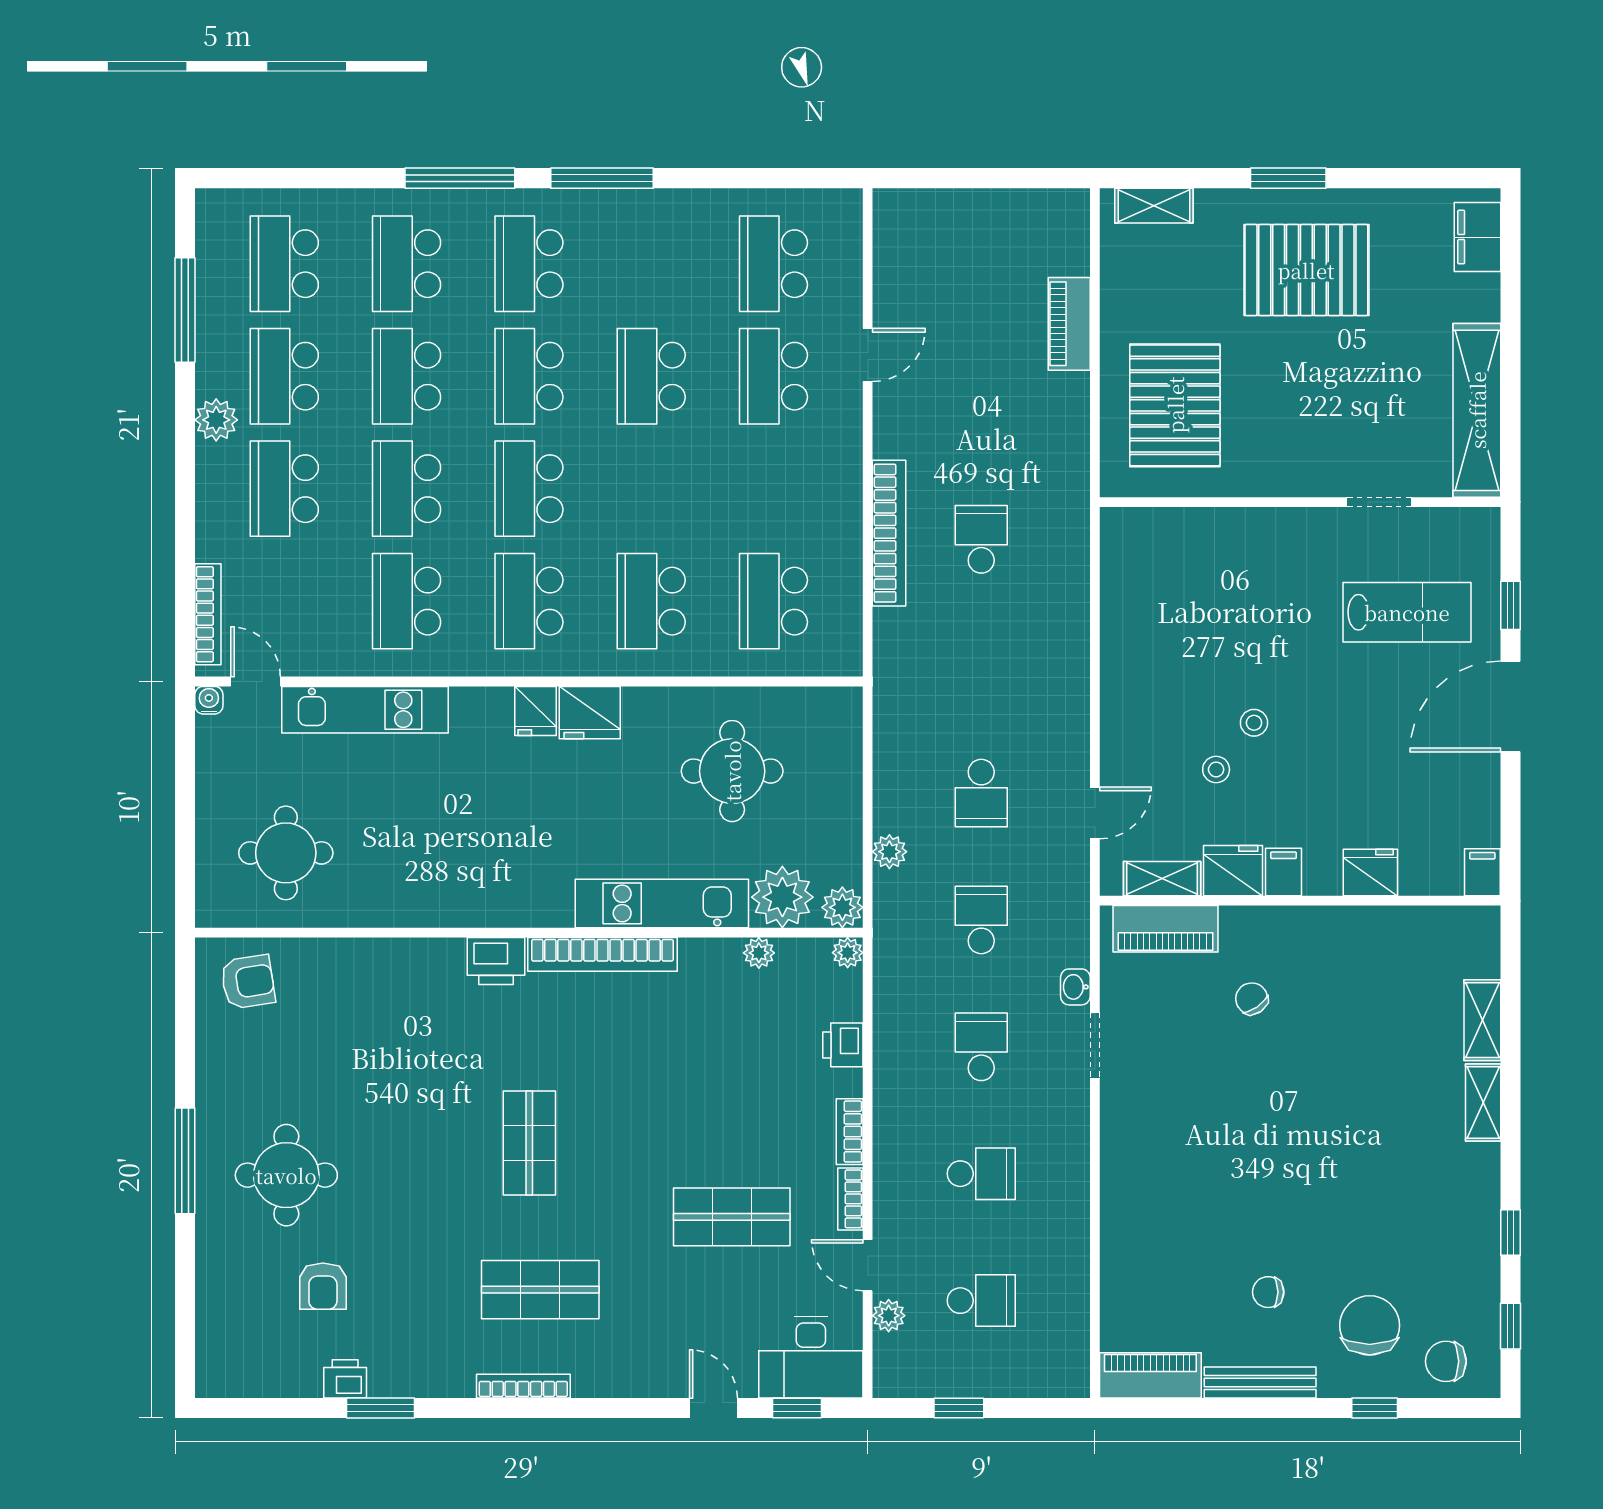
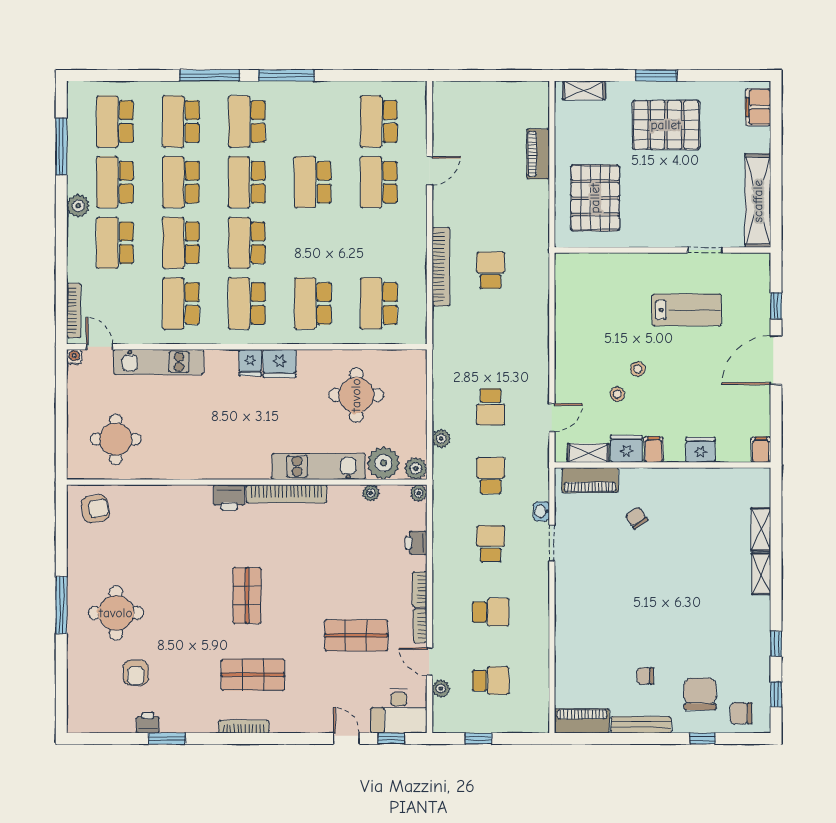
lab bench: (1407, 612) -> (687, 310), moved

